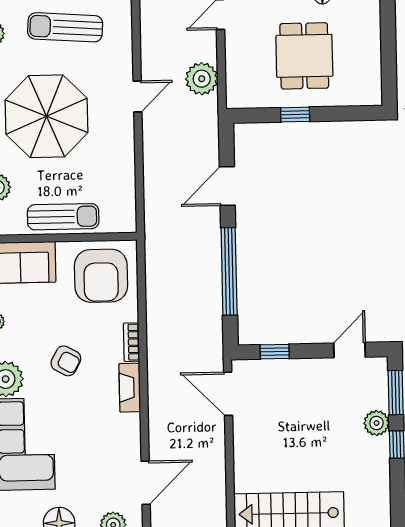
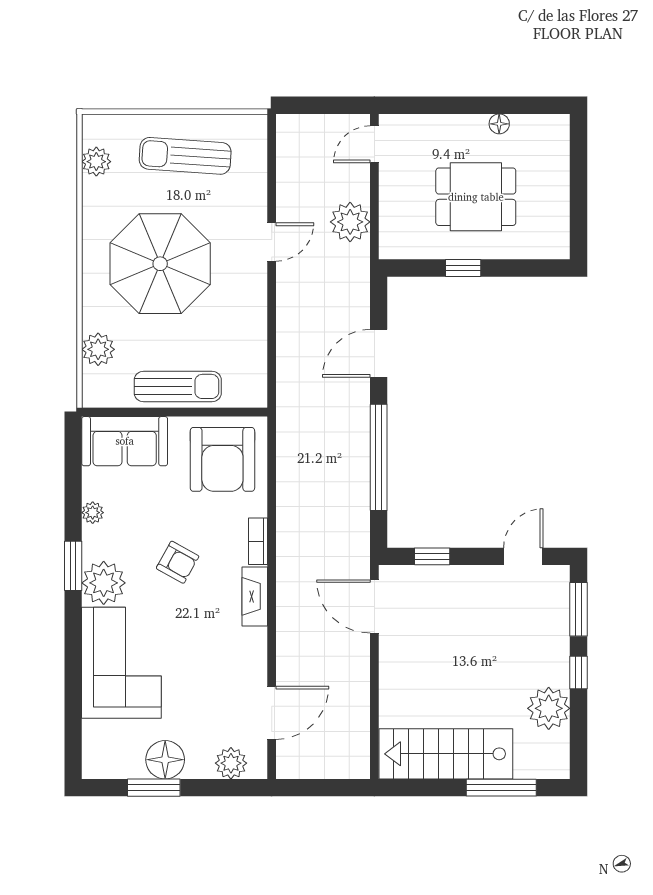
dining table: (304, 56) -> (476, 197), turned 90
plant: (376, 423) -> (549, 708), moved, width x1.36, depth x1.36

